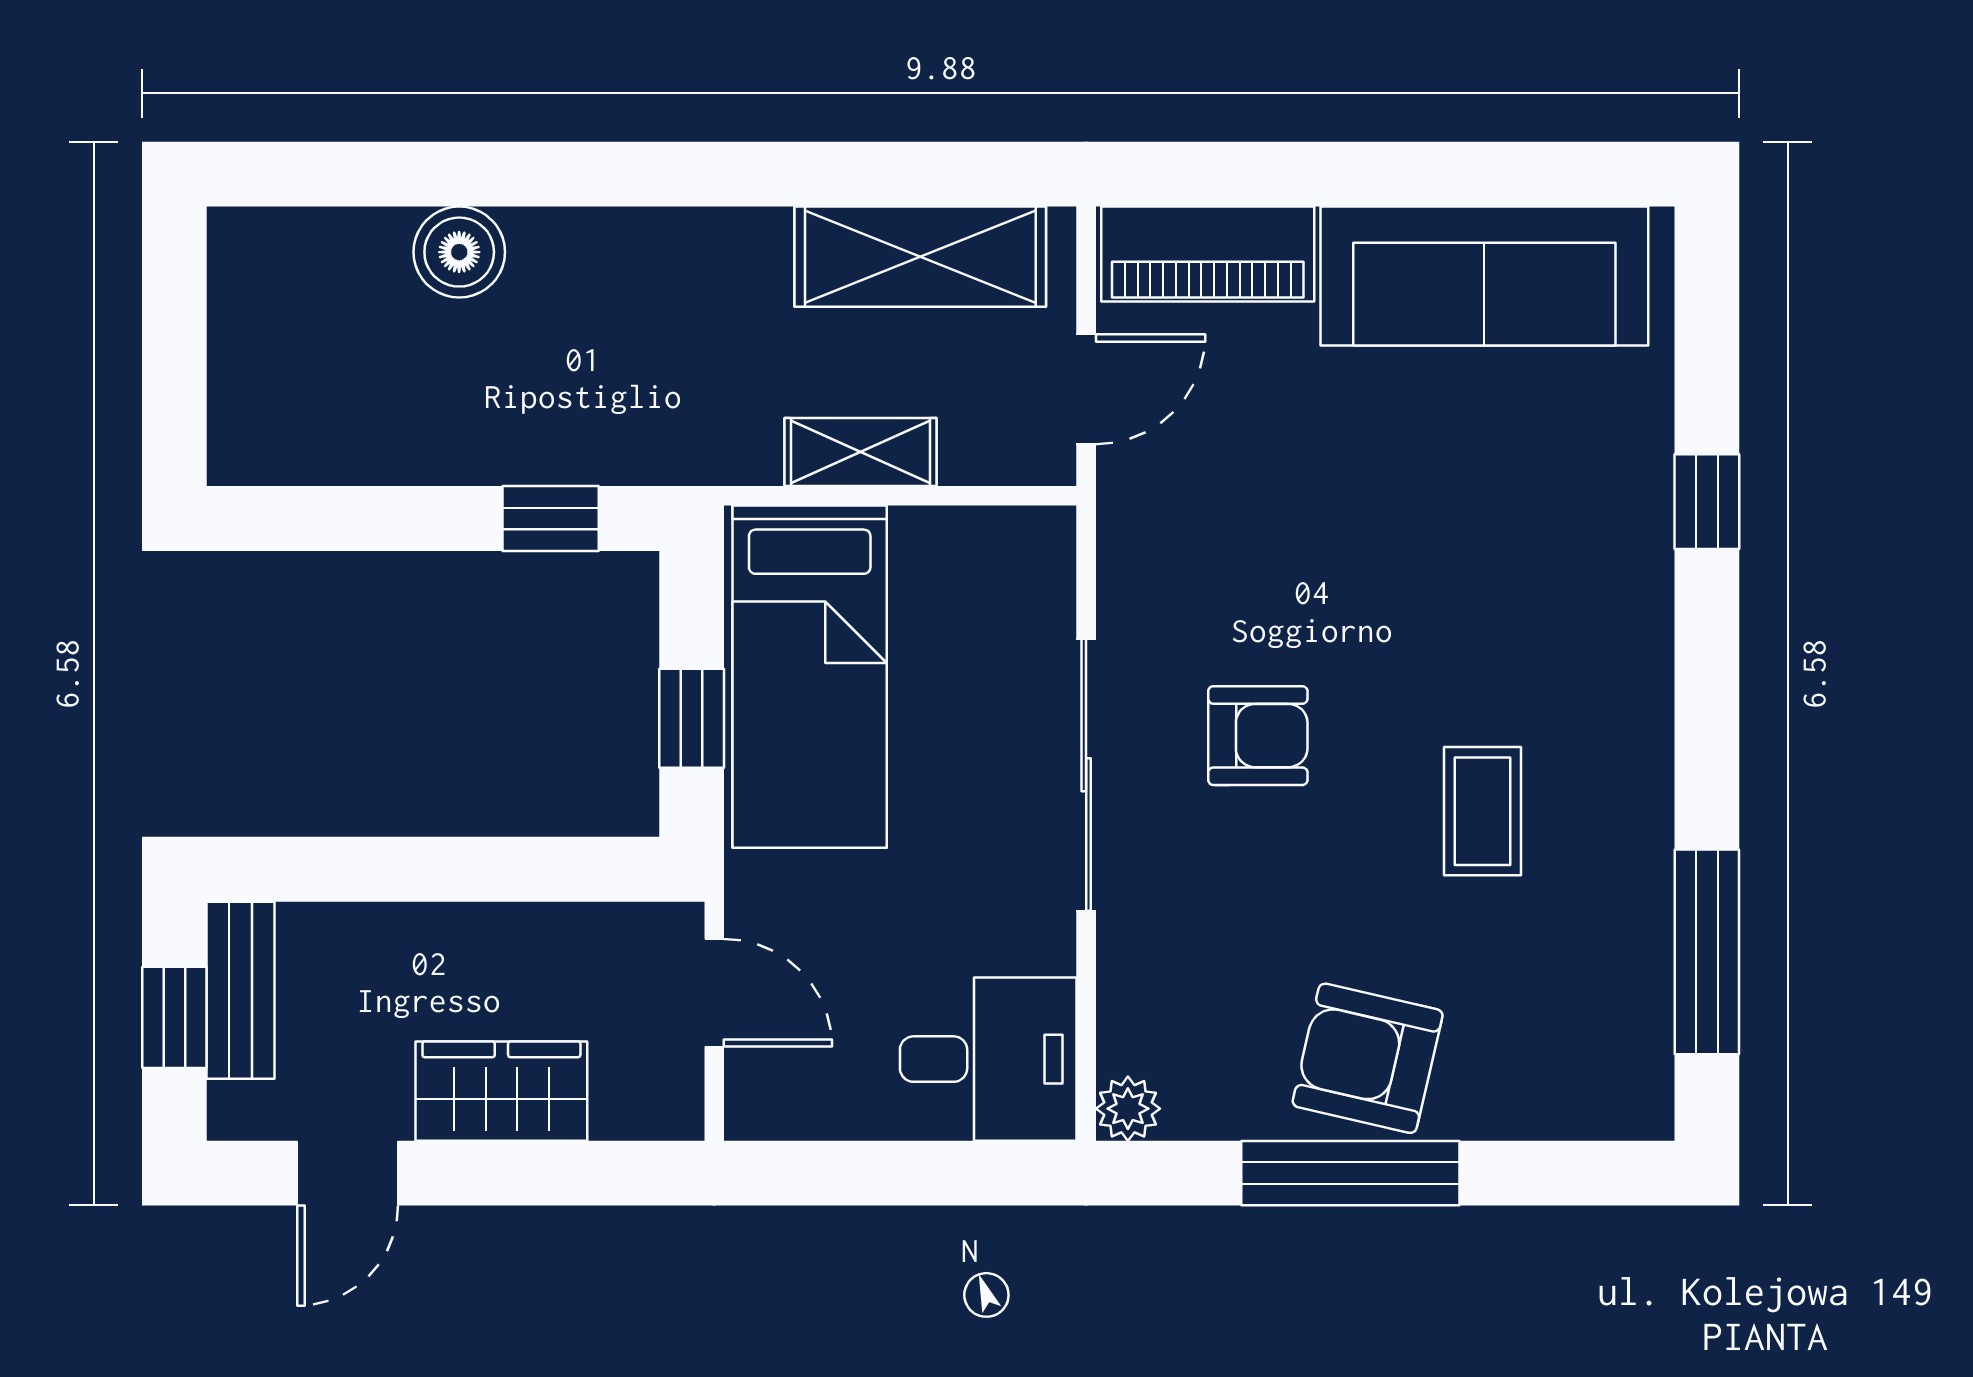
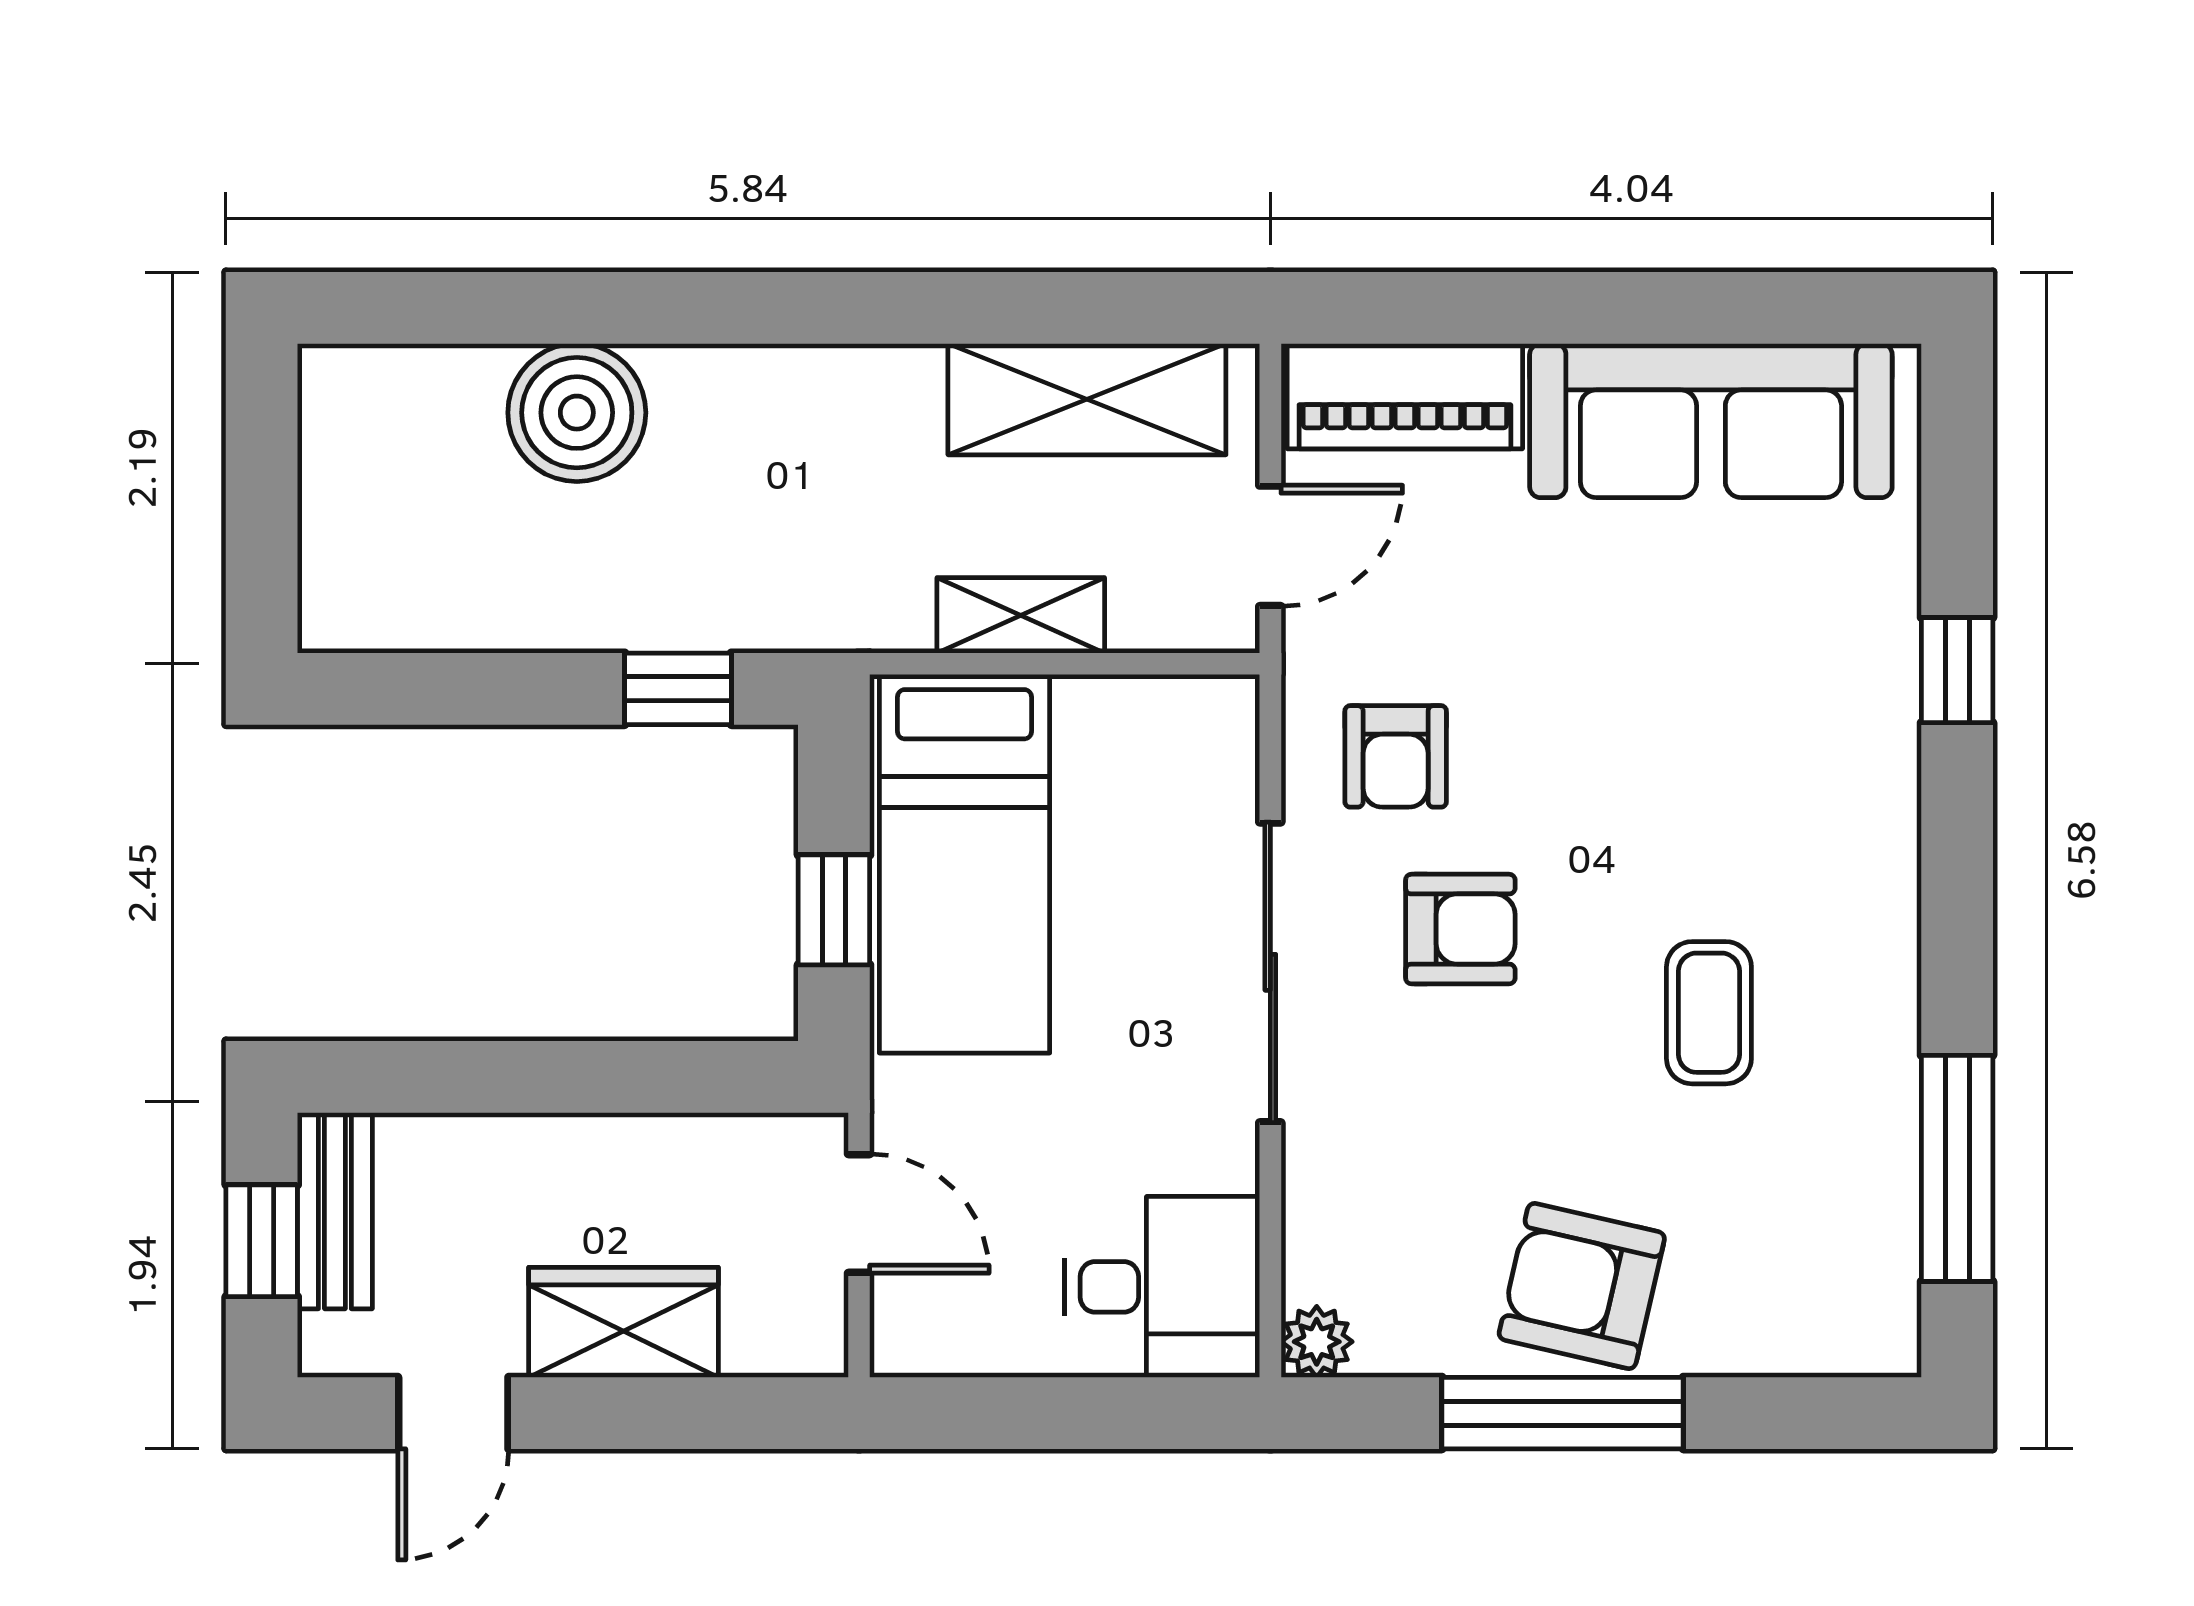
boiler: (459, 252) -> (577, 413), width x1.37, depth x1.37
armchair: (1199, 580) -> (1396, 756), added

